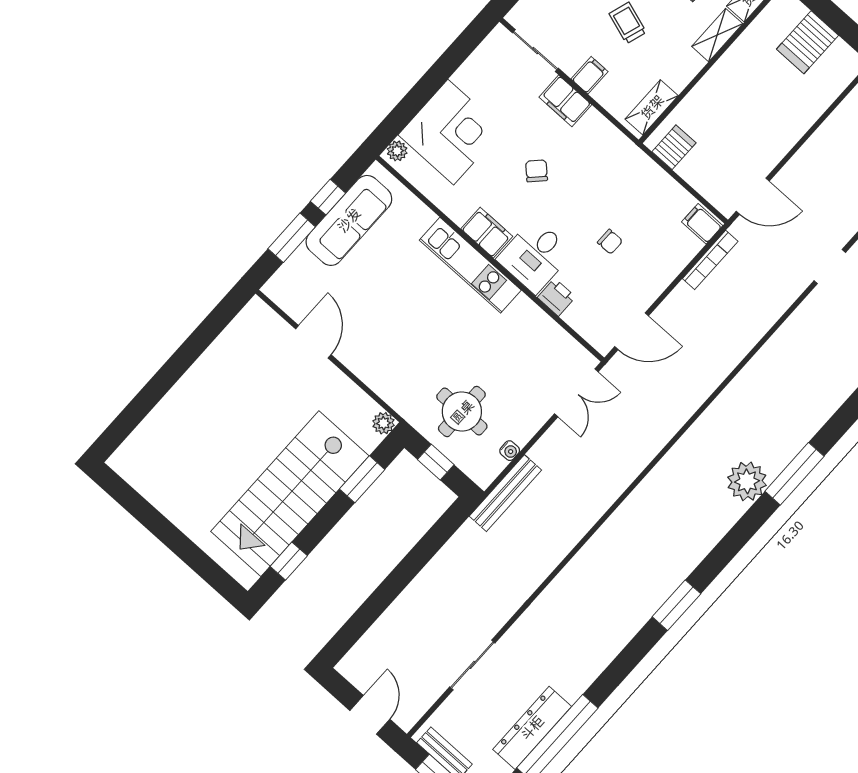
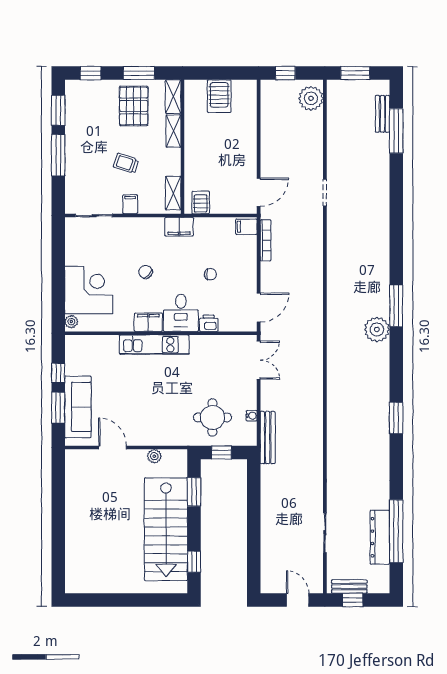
filing cabinet: (565, 101) -> (179, 227), moved
sofa: (349, 220) -> (78, 407), moved
plant: (384, 423) -> (154, 456), moved

